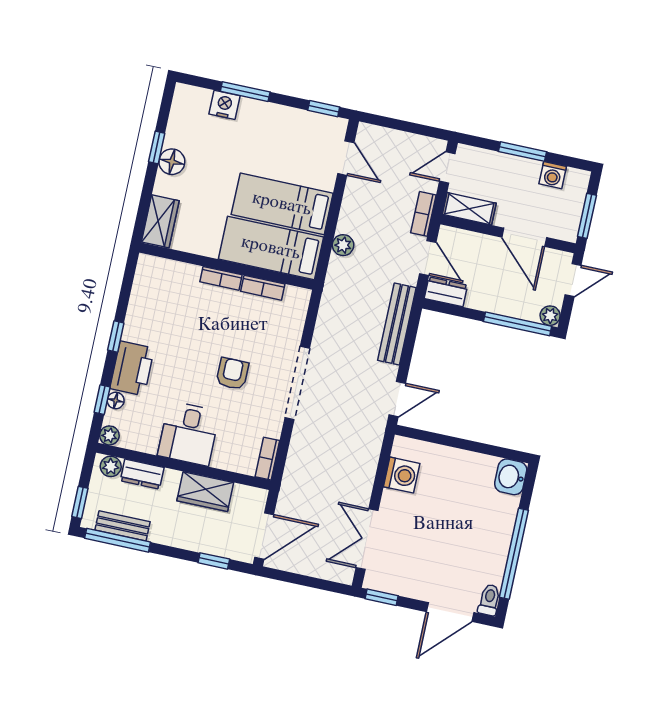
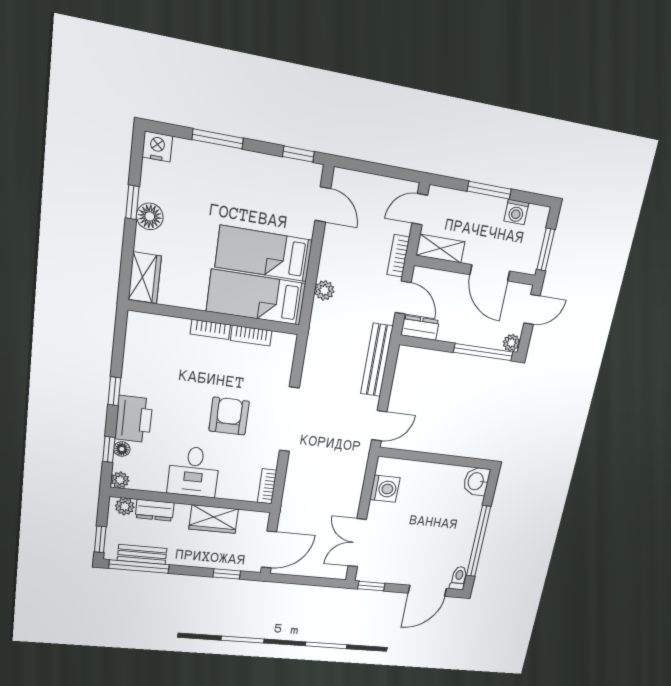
nightstand: (224, 105) -> (157, 146), moved
armchair: (232, 374) -> (229, 416), width x1.38, depth x1.38

